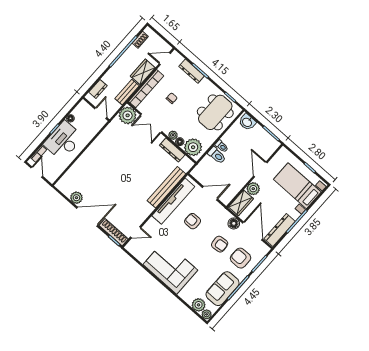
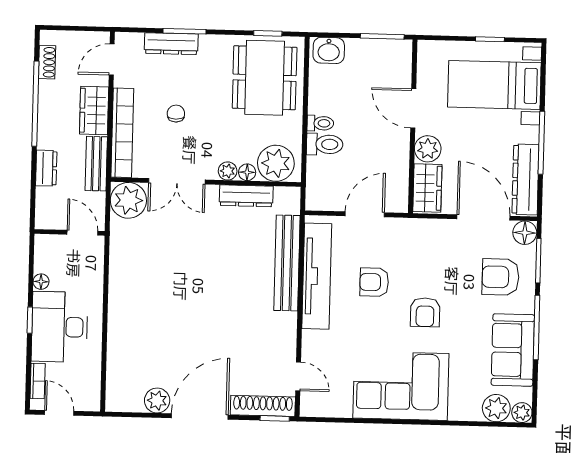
dresser: (98, 89) -> (46, 168), moved
floor lamp: (234, 223) -> (525, 233), moved
door: (136, 232) -> (298, 376), hinge flipped
armchair: (220, 244) -> (425, 312), moved, turned 96

